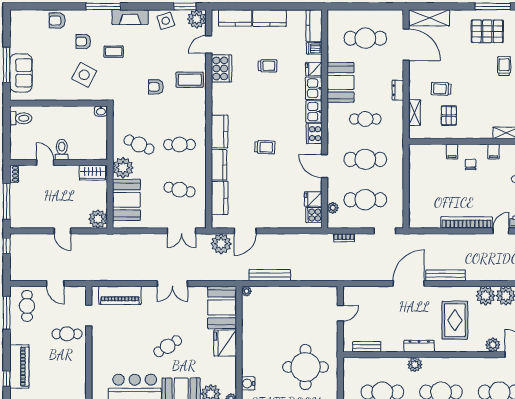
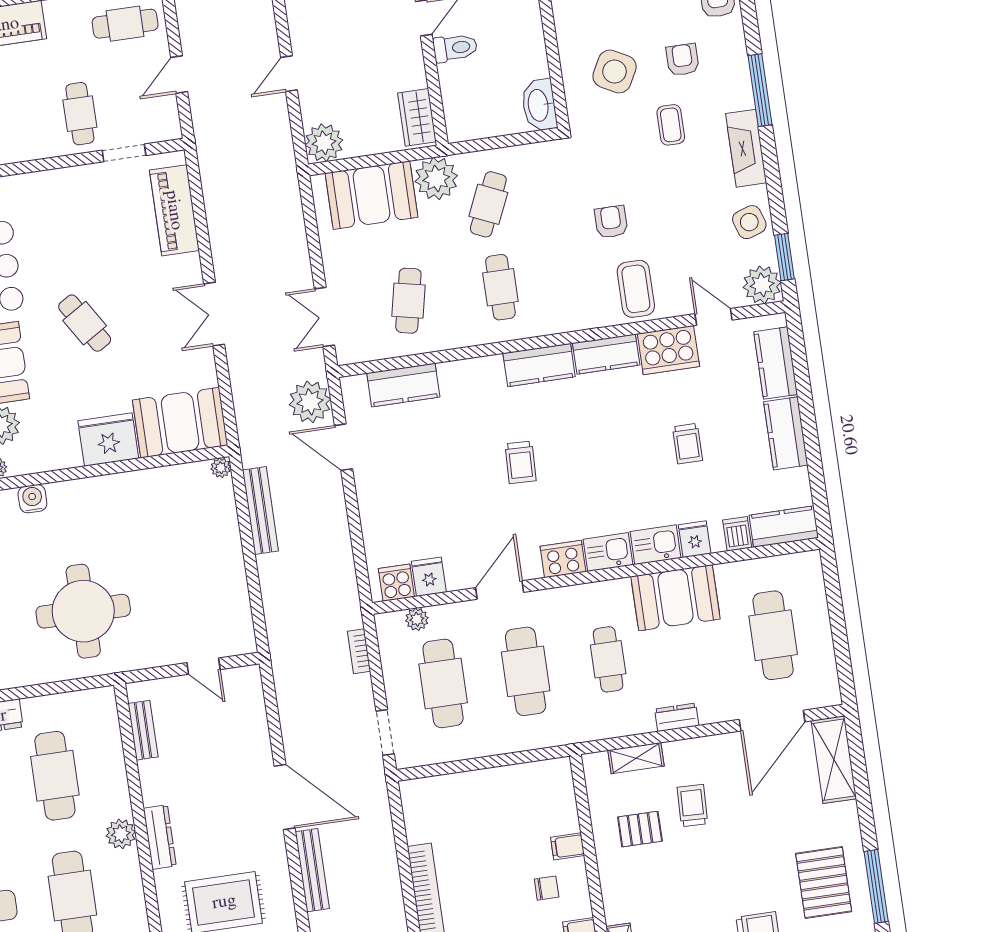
washbasin: (101, 111) -> (539, 105), width x1.91, depth x1.45
kitchen counter: (219, 165) -> (606, 354), moved

